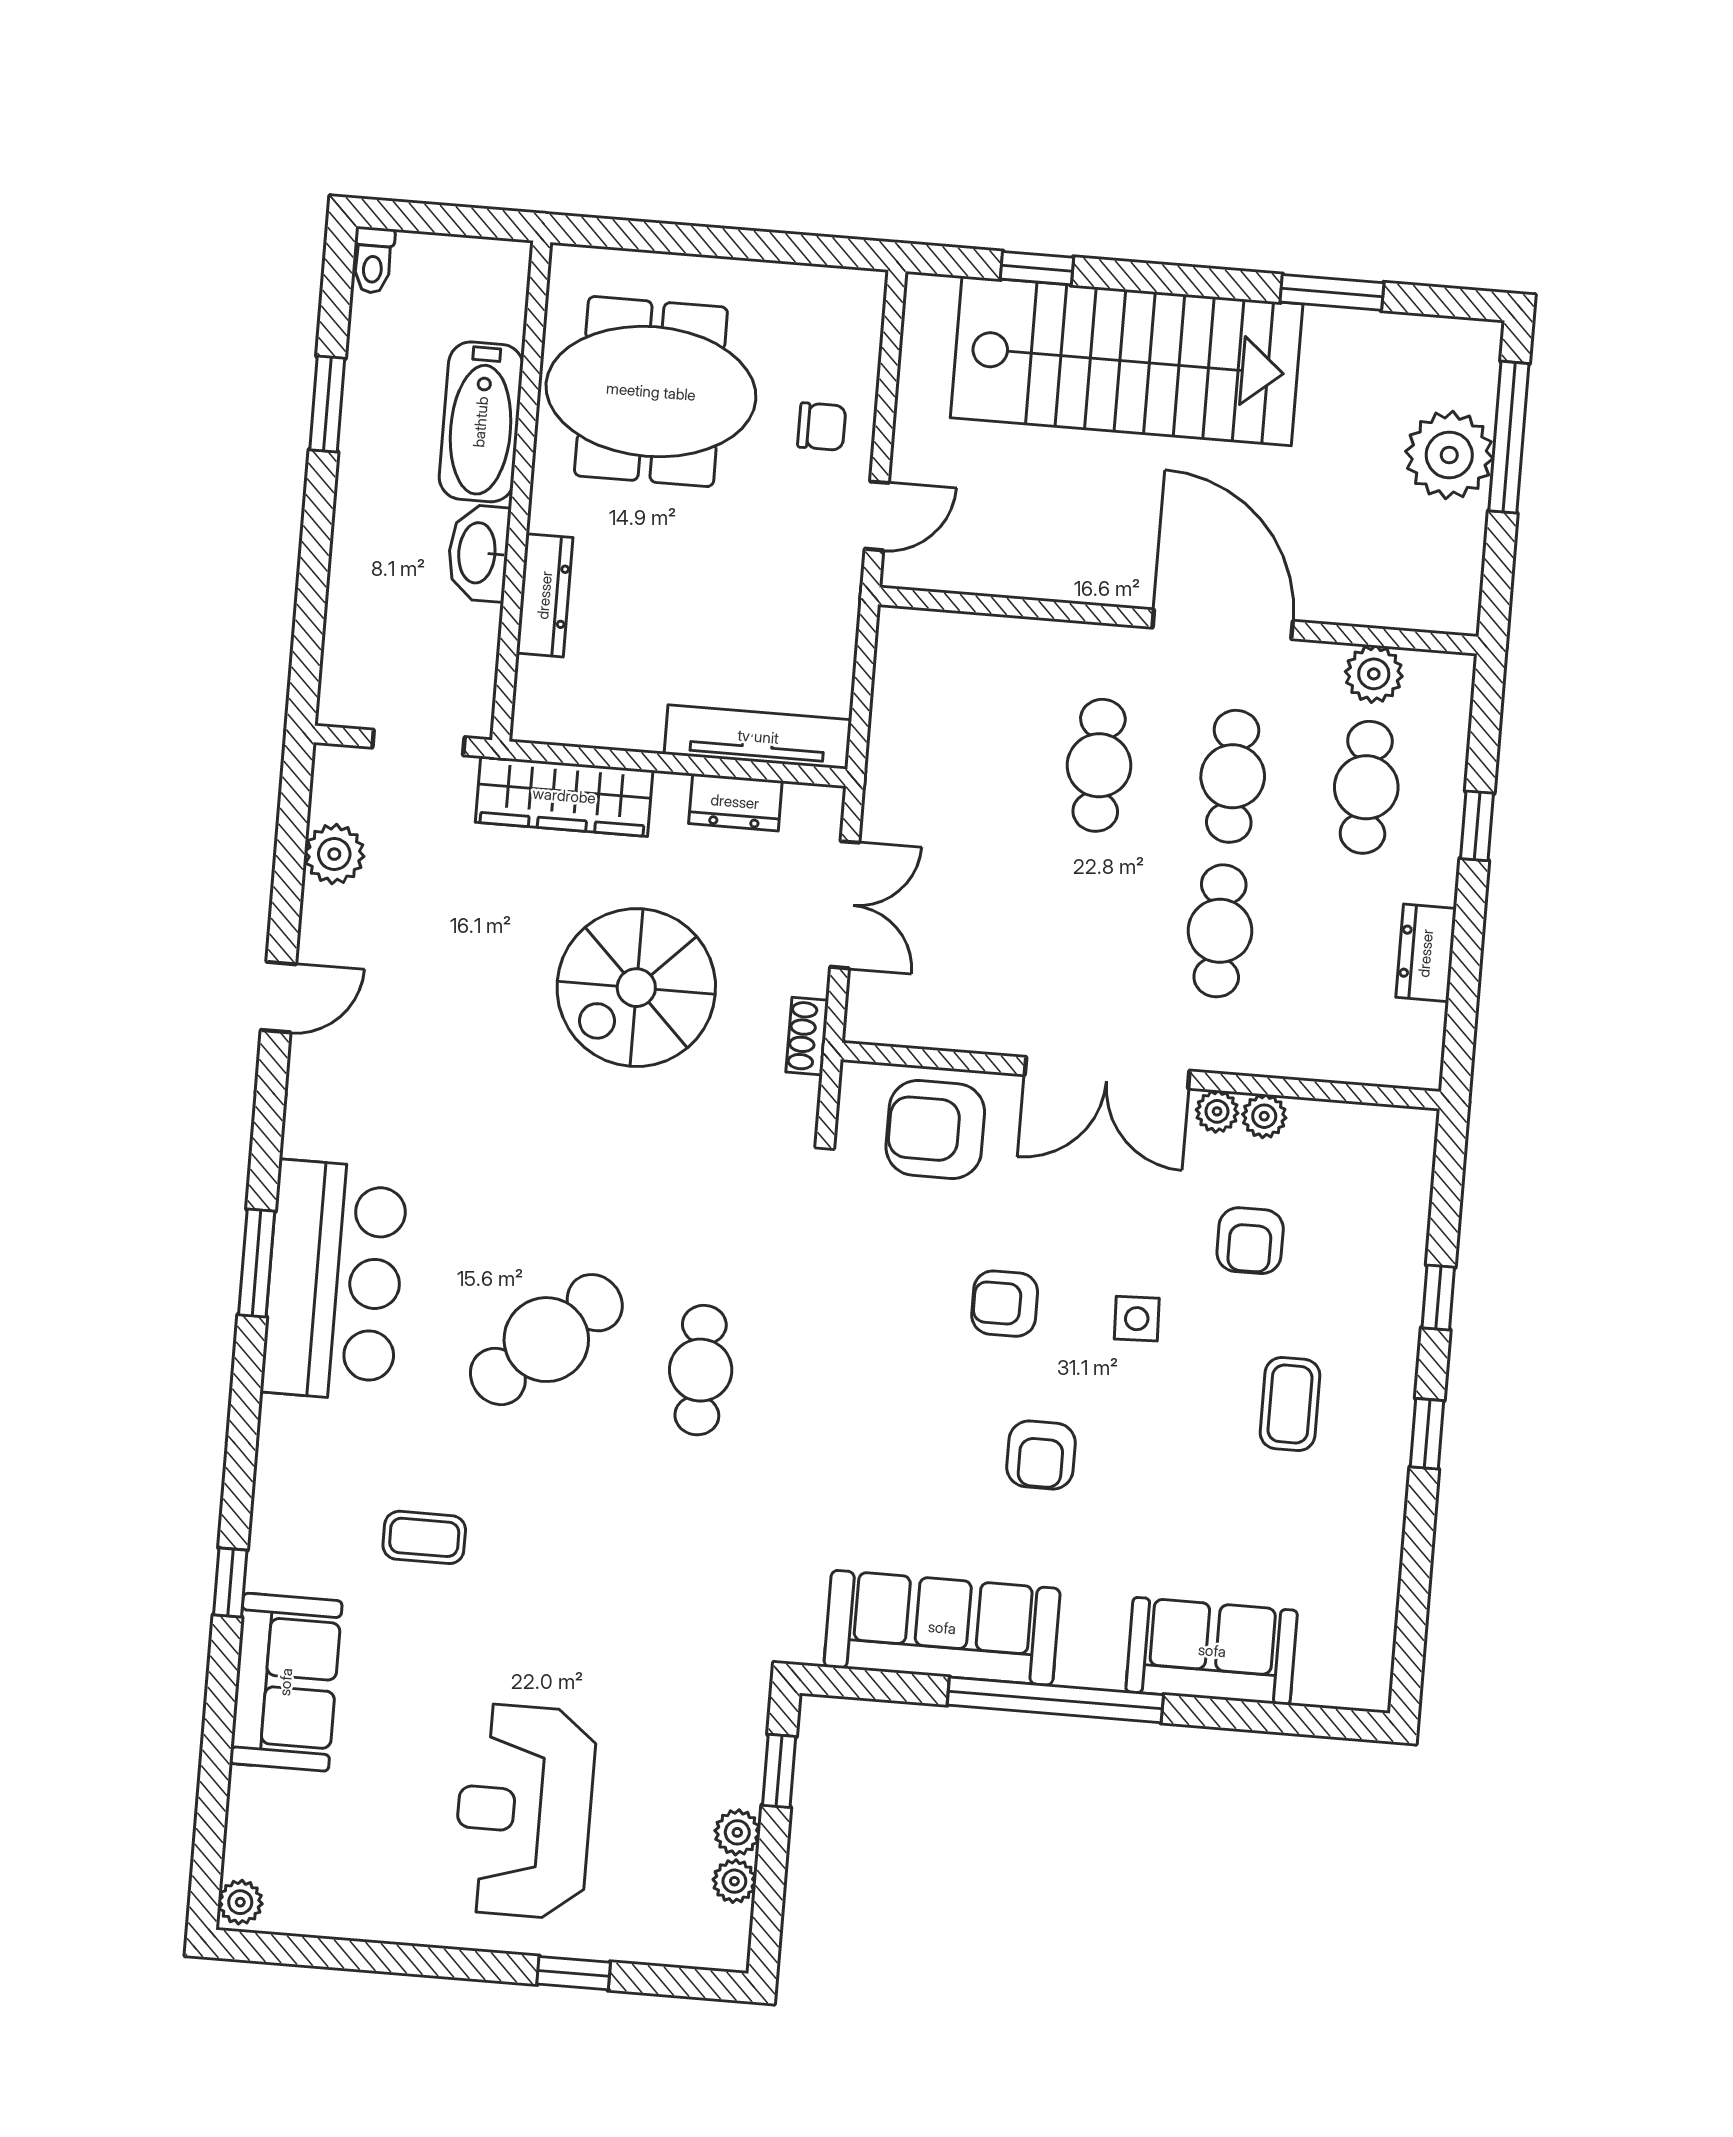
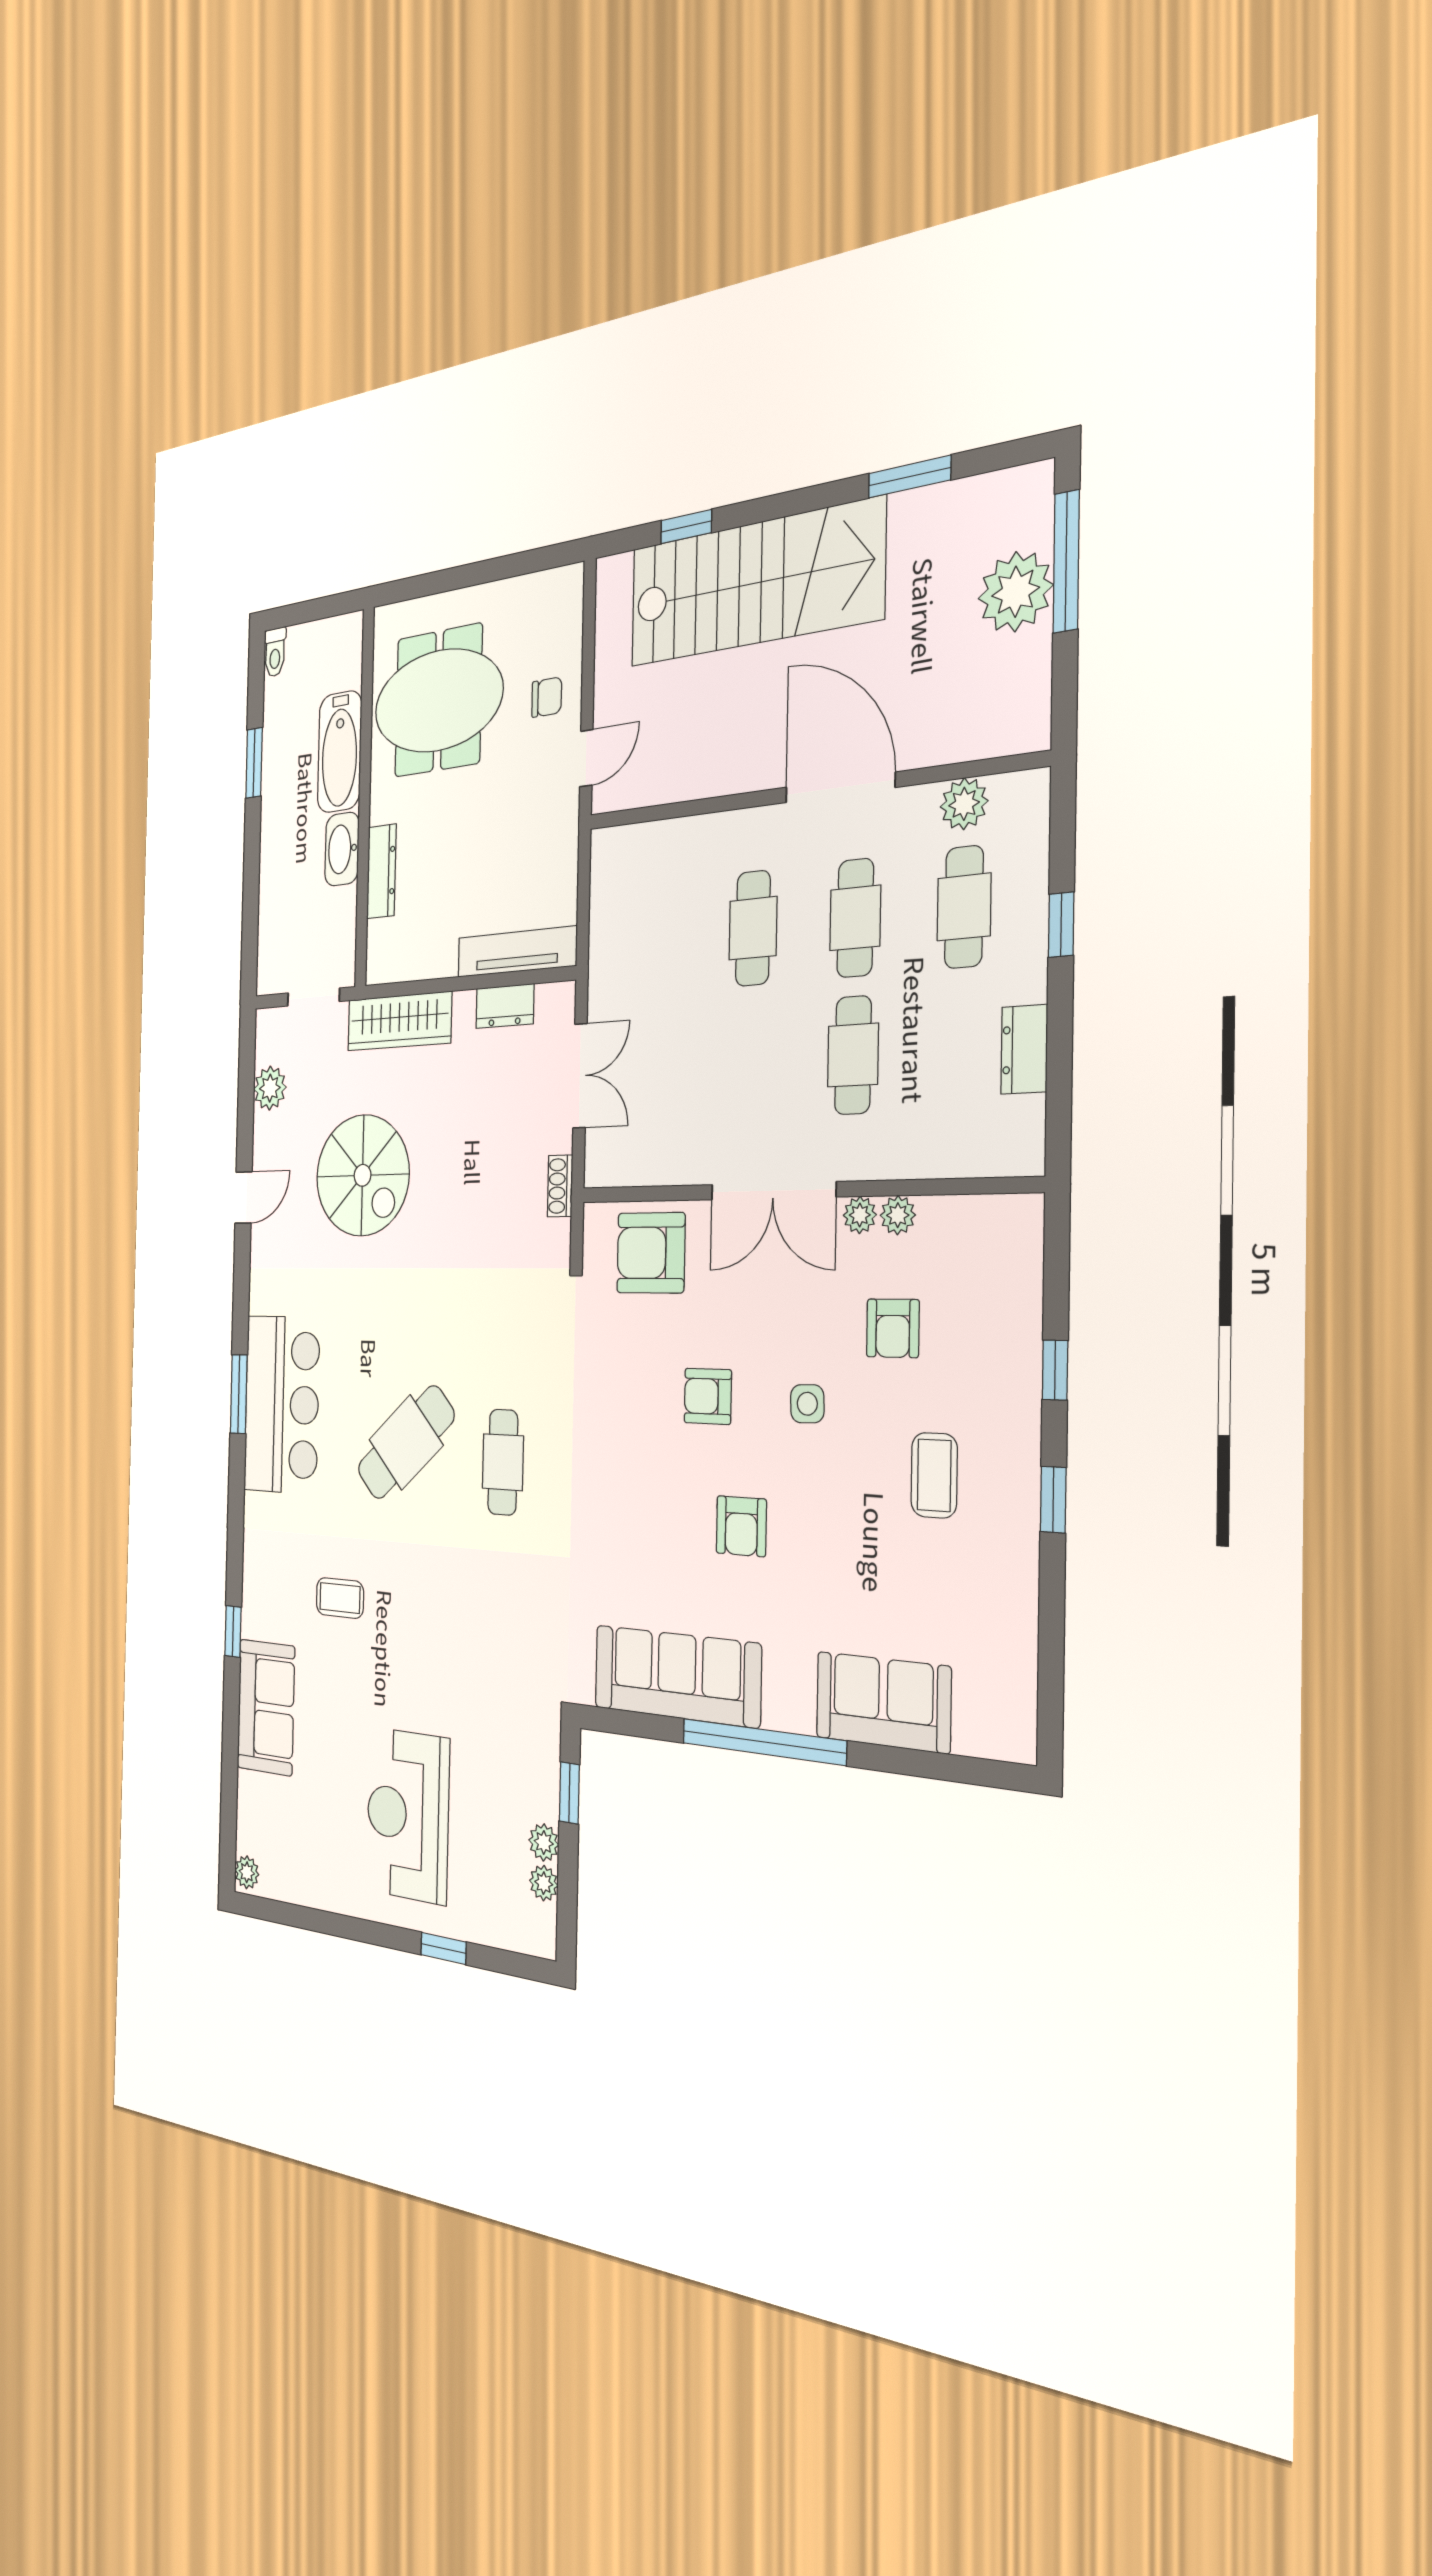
spiral stairs: (636, 988) -> (363, 1175), moved, turned -90

